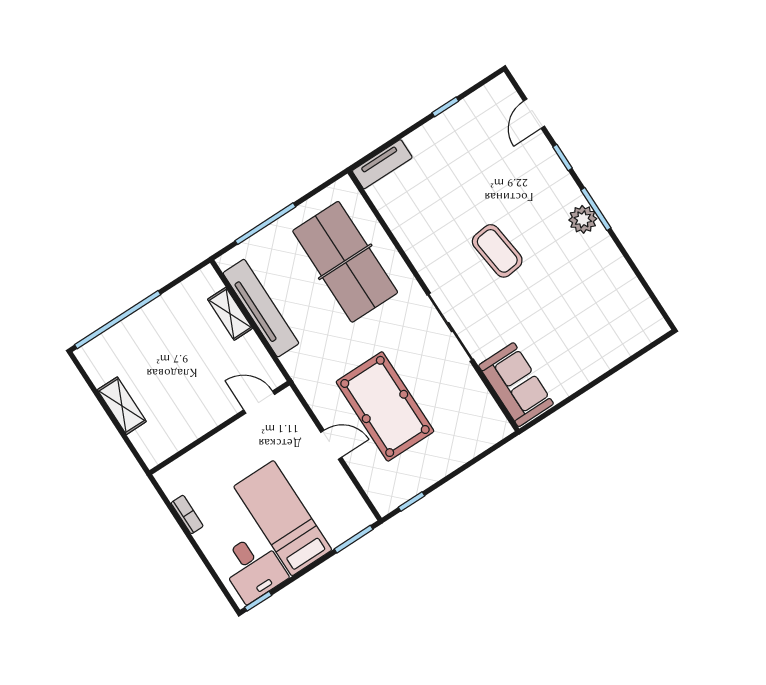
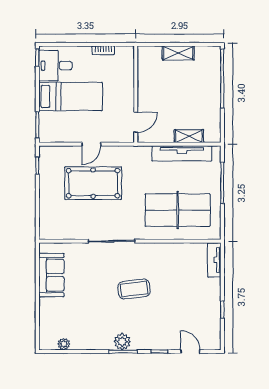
plant: (640, 300) -> (64, 344), added
sofa: (516, 385) -> (51, 275), moved, turned -90

